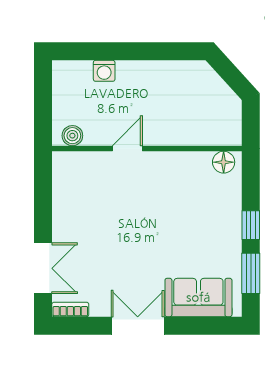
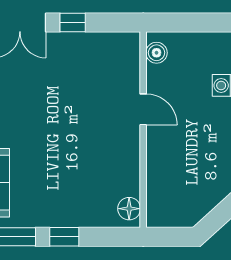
window: (43, 217) -> (73, 23), added

